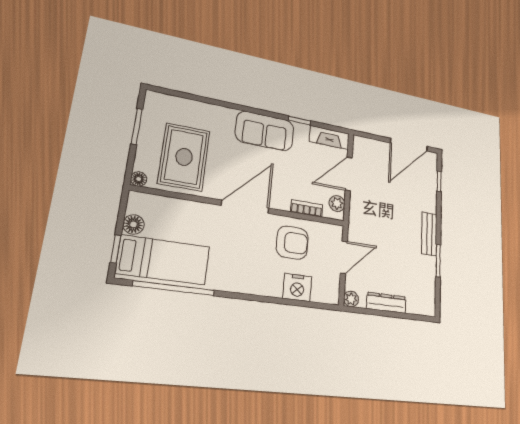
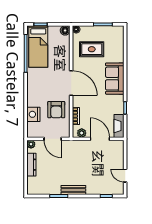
sofa: (265, 131) -> (115, 79), moved
door: (409, 145) -> (125, 176), width x0.53
rug: (184, 157) -> (92, 49), width x0.73, depth x0.70
floor lamp: (133, 224) -> (65, 30), moved

